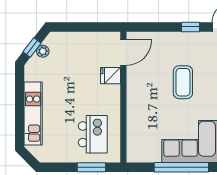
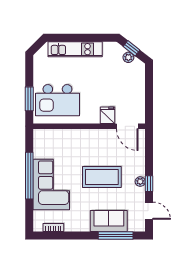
plant: (188, 37) -> (140, 182), added
coffee table: (183, 82) -> (102, 177), width x1.36, depth x1.32
kitchen island: (93, 134) -> (57, 100), width x1.37, depth x1.28

